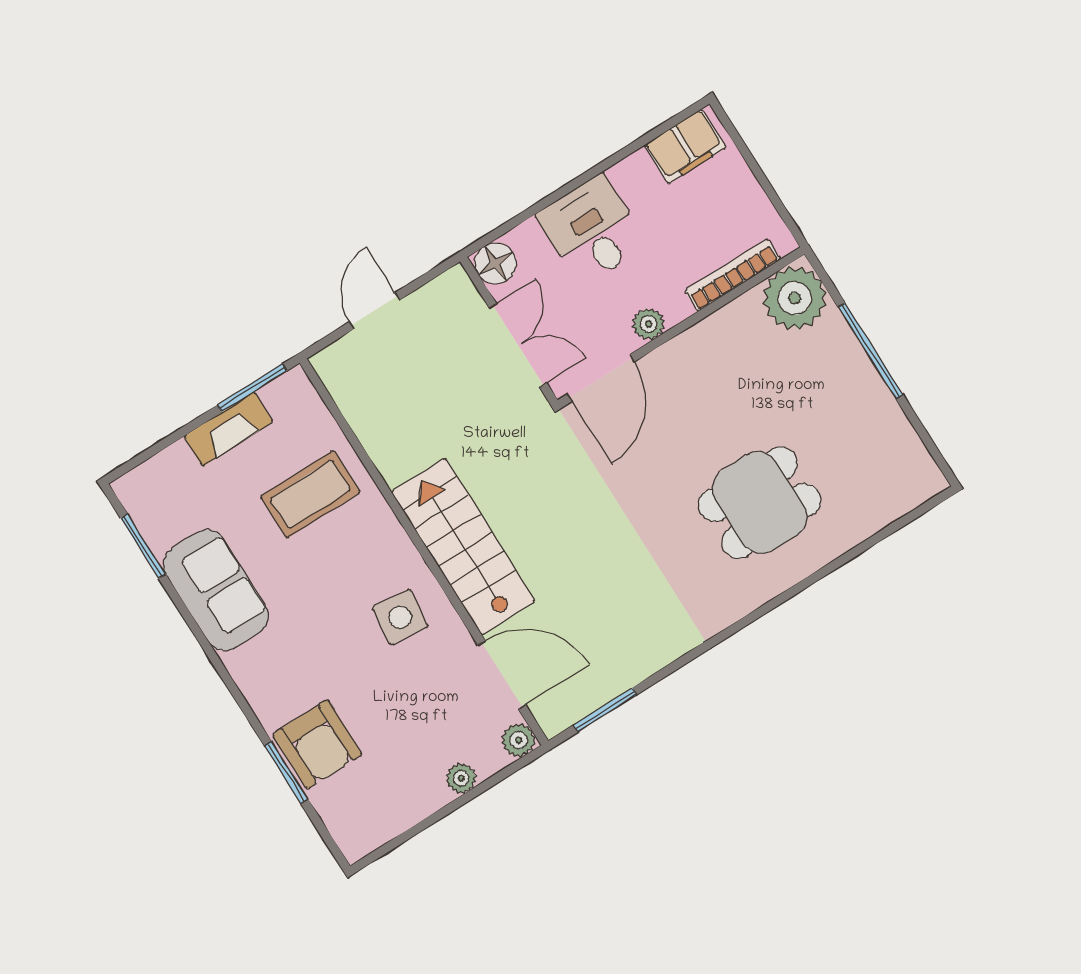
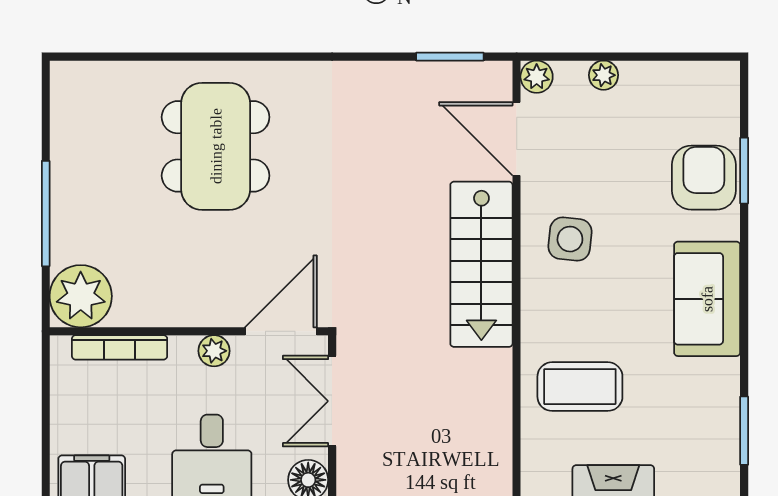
dining table: (760, 503) -> (216, 146), width x1.37
sofa: (216, 590) -> (707, 299), moved

